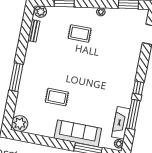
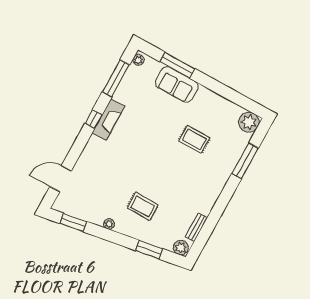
window: (16, 77) -> (245, 161), moved
window: (133, 114) -> (116, 78), moved
fireplace: (121, 123) -> (108, 120), moved
sofa: (78, 133) -> (177, 85), width x0.73

